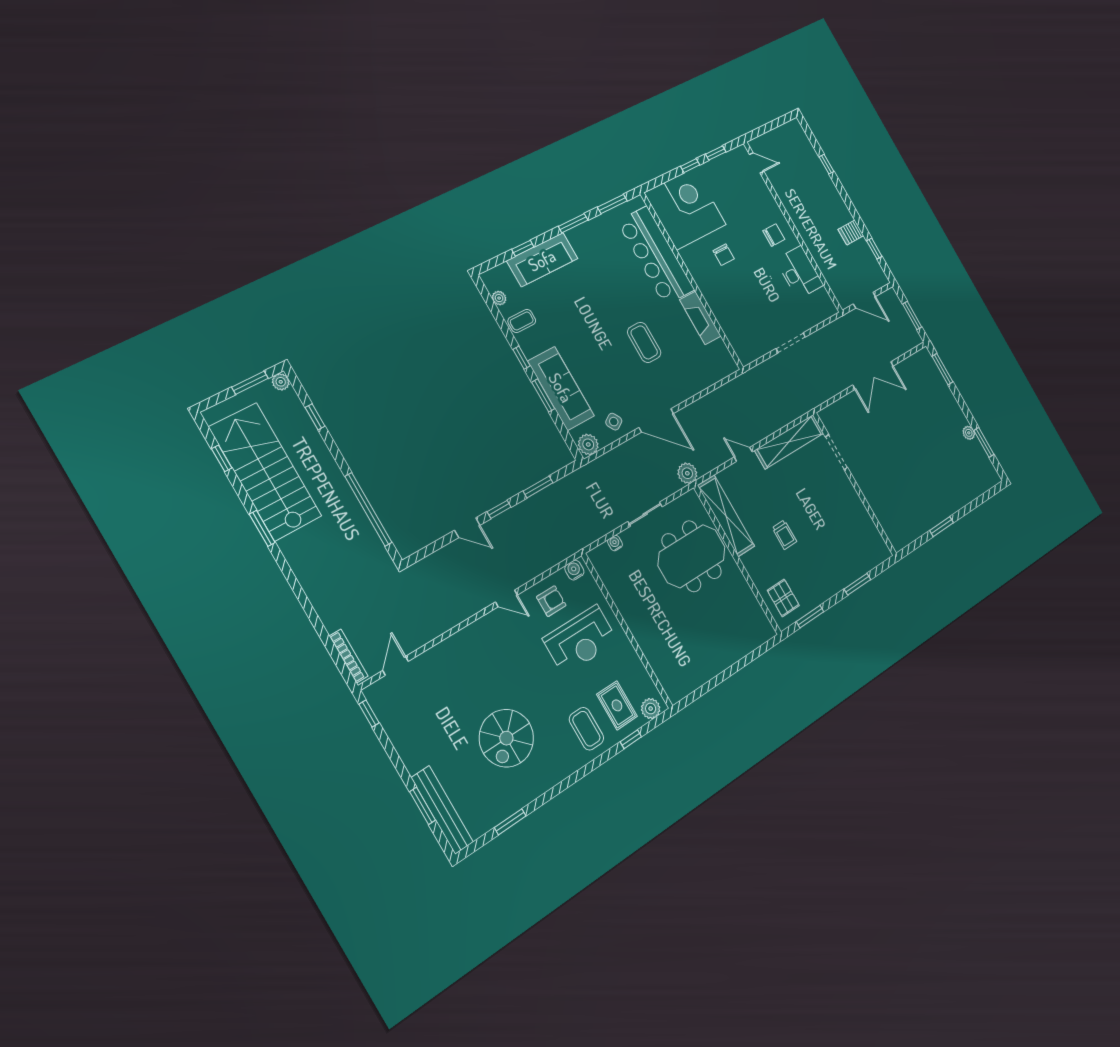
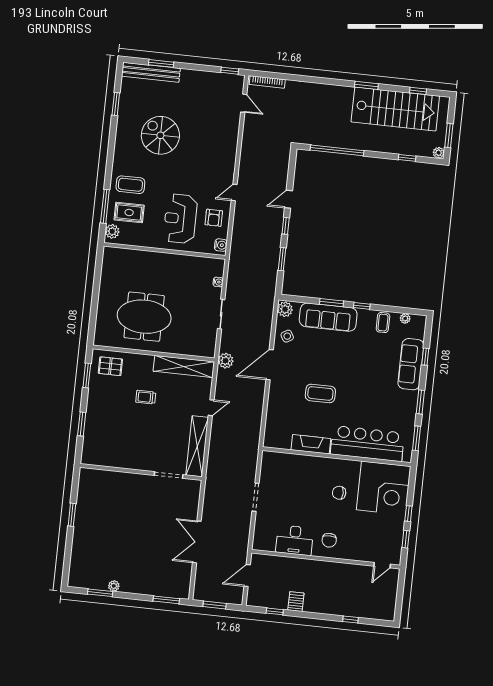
meeting table: (692, 556) -> (144, 317), moved, turned 90
window: (631, 739) -> (105, 206), width x2.17

